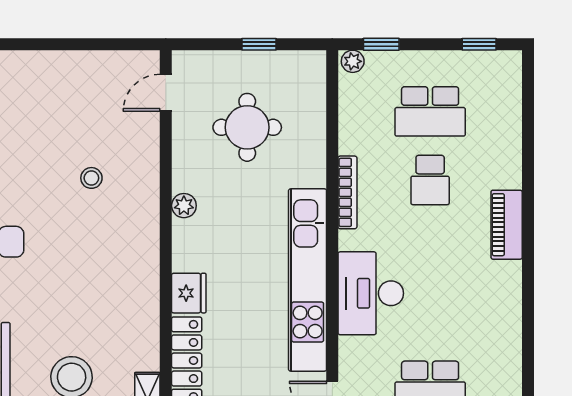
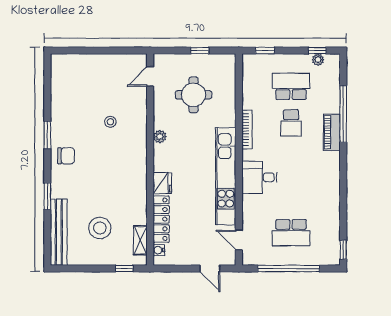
plant: (353, 61) -> (318, 60), moved
school desk: (430, 111) -> (291, 86), turned 180
window: (528, 163) -> (343, 114), added
piano: (507, 225) -> (332, 132), moved
desk: (371, 293) -> (259, 177), width x0.73

